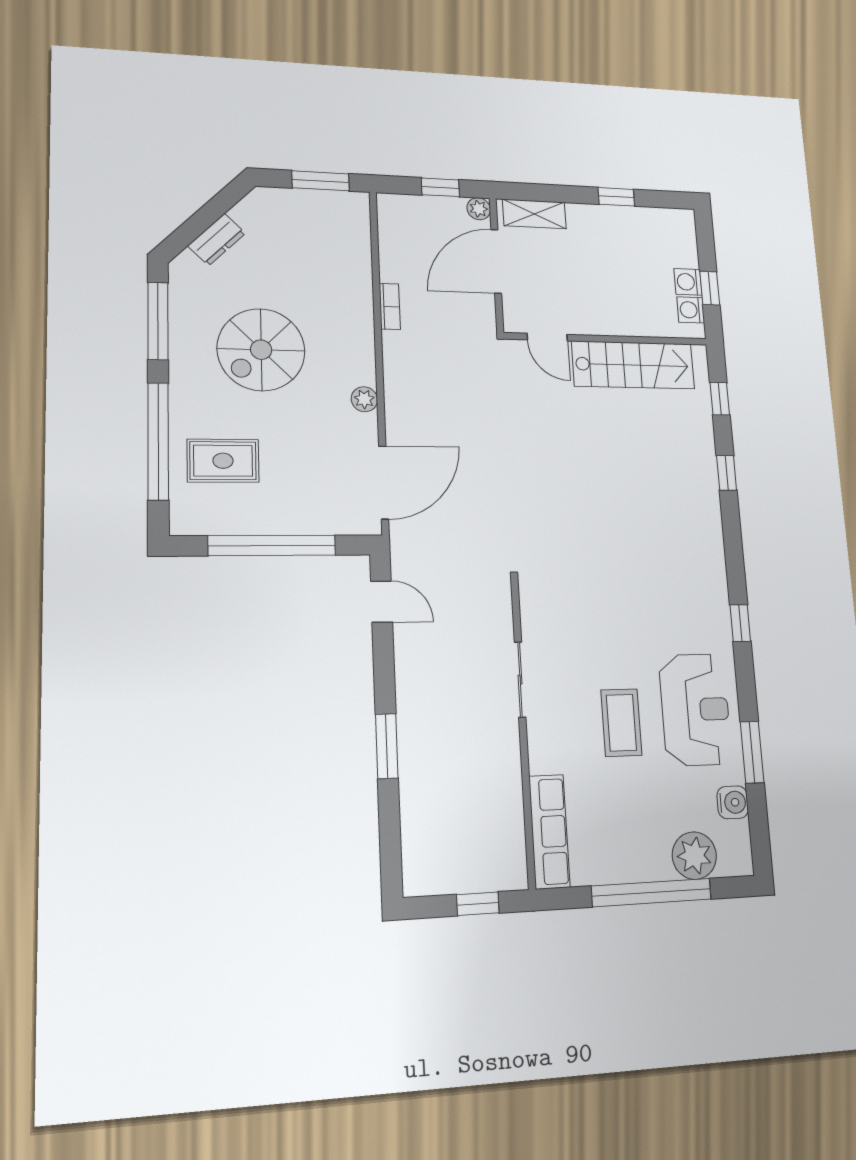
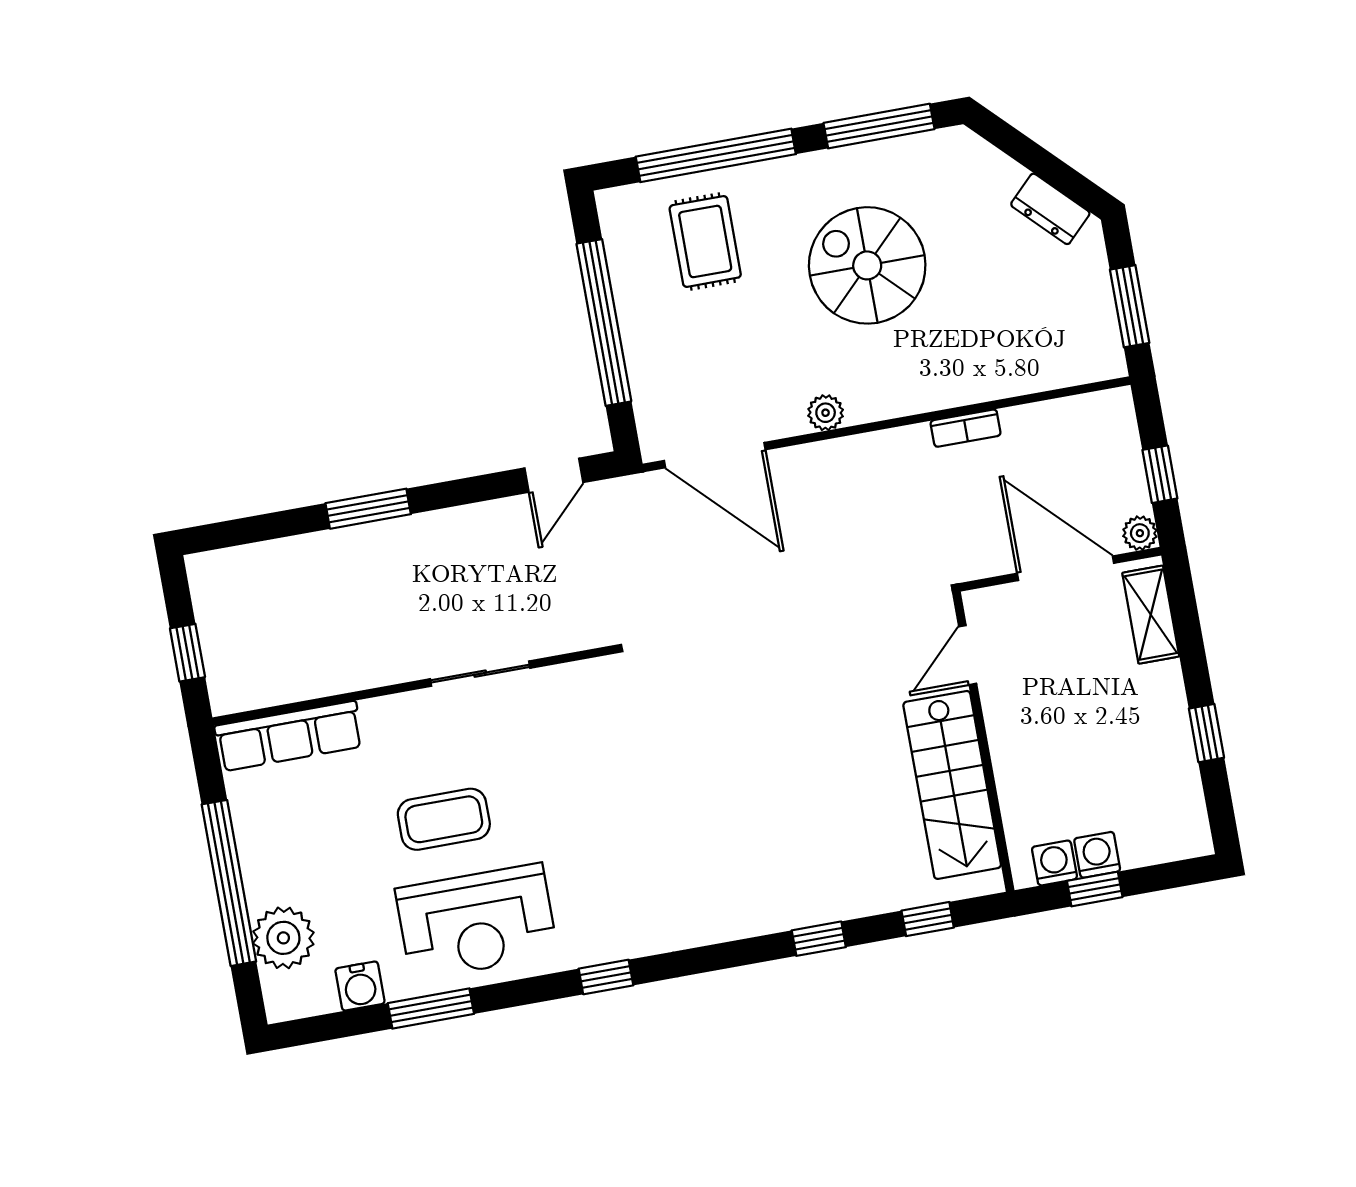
dresser: (217, 239) -> (1050, 209), moved

